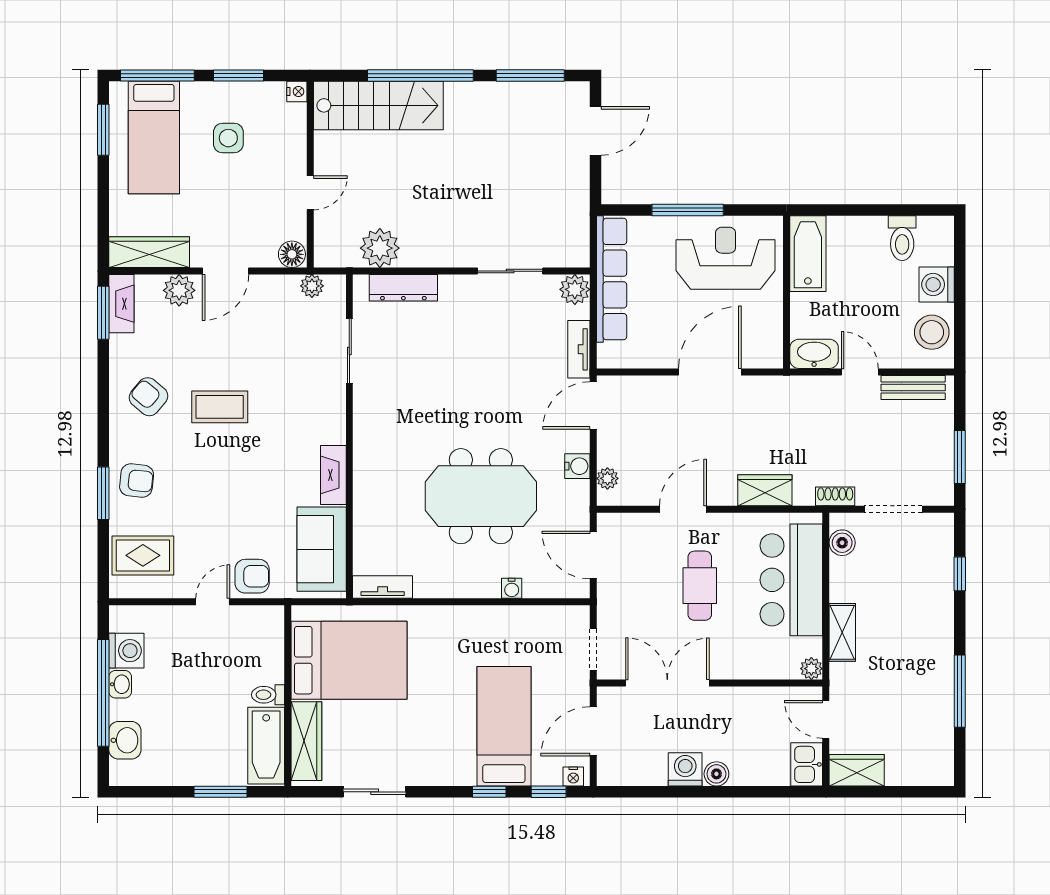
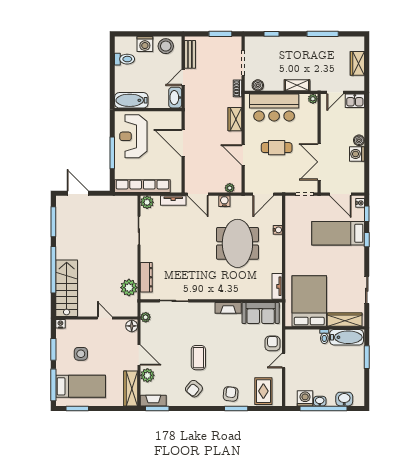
door: (213, 602) -> (284, 361), hinge flipped
wardrobe: (857, 770) -> (357, 63), moved

